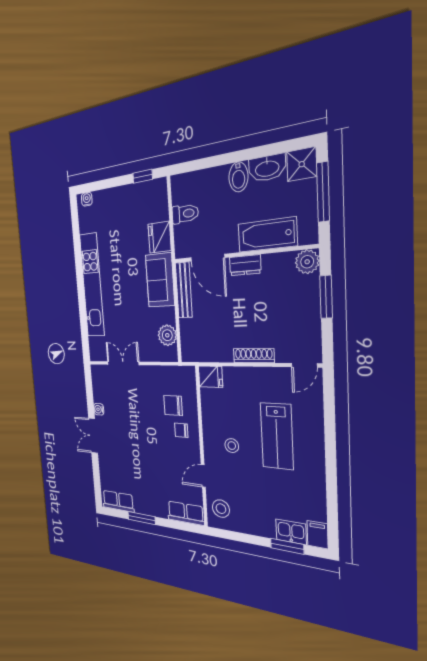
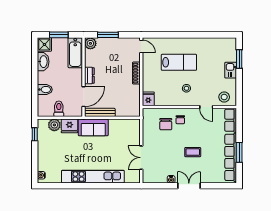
bidet: (238, 177) -> (45, 90), moved
window: (323, 192) -> (59, 35), width x0.69
bathtub: (267, 235) -> (75, 53), moved
plant: (167, 335) -> (54, 125), moved
double door: (93, 436) -> (189, 186), swing flipped
coffee table: (137, 446) -> (193, 152), added
row of seats: (118, 501) -> (231, 157), width x2.02
kitchen sink: (291, 532) -> (231, 70), moved
filing cabinet: (317, 535) -> (230, 43), removed

